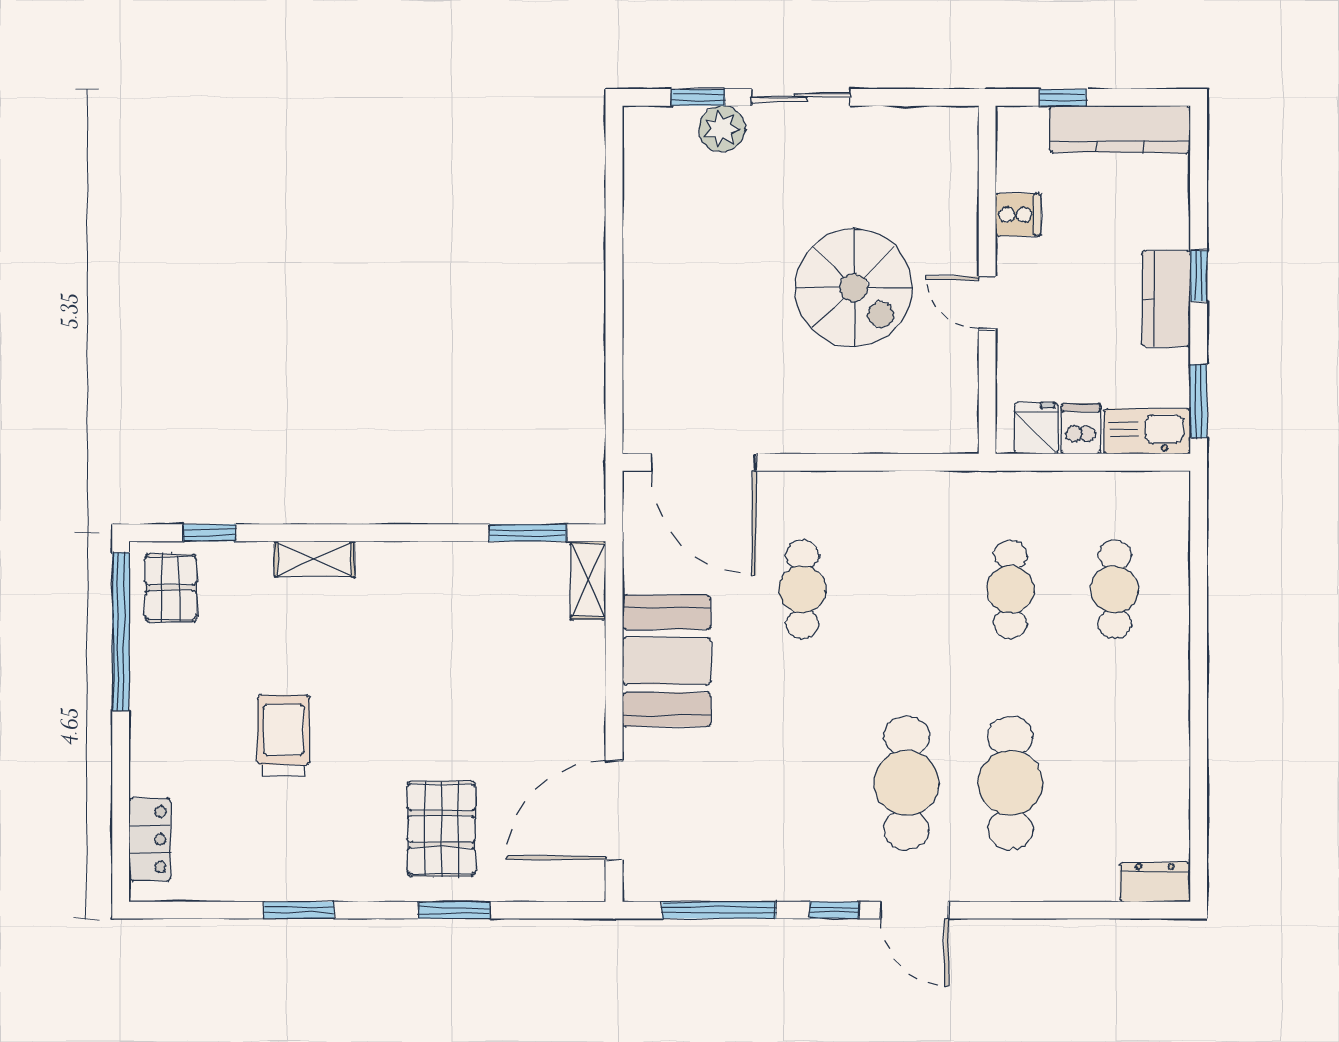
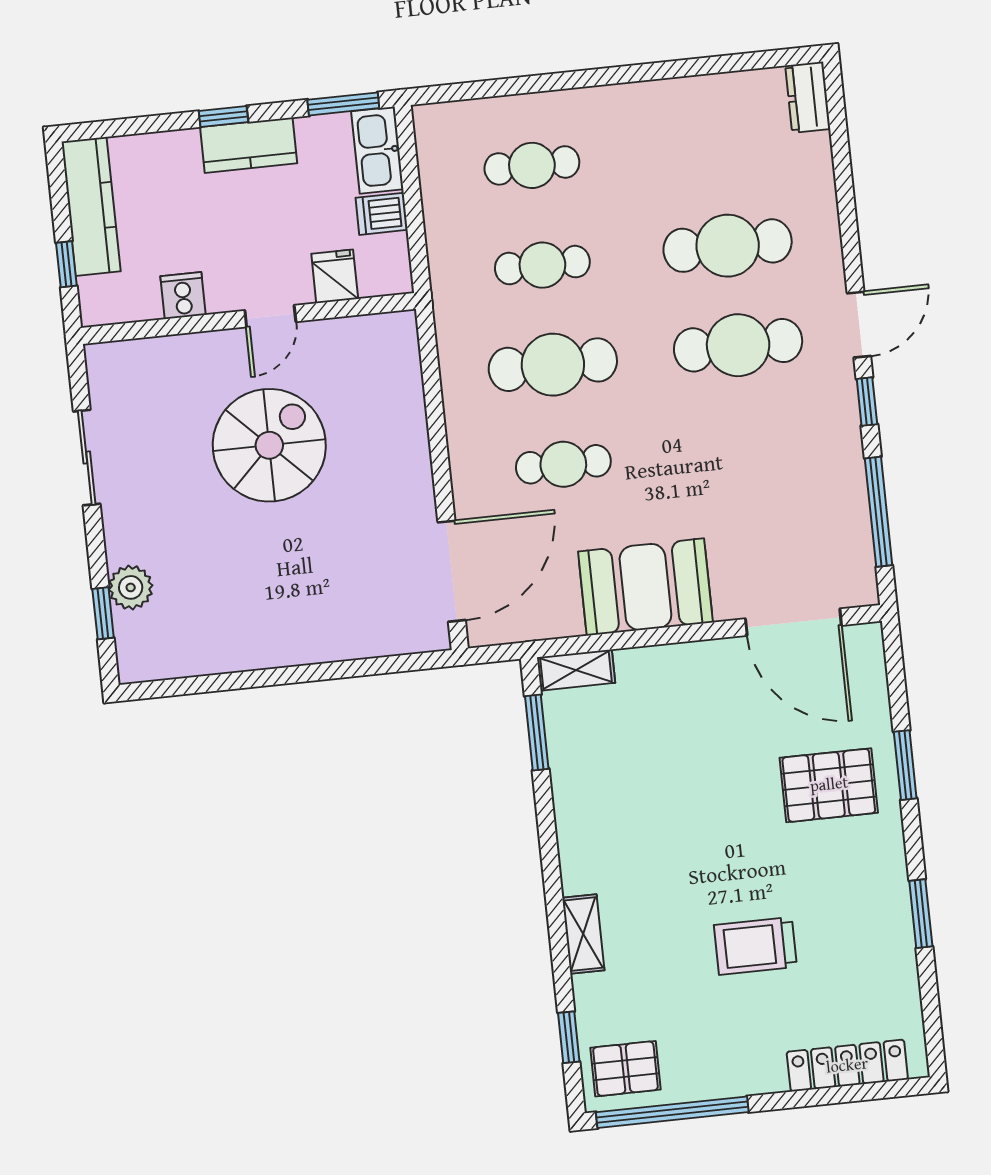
sliding door: (801, 97) -> (87, 458), moved
fridge: (1036, 428) -> (335, 276), moved, turned 90
cafe table: (906, 589) -> (553, 365), added
locker: (150, 839) -> (847, 1066), width x1.53

